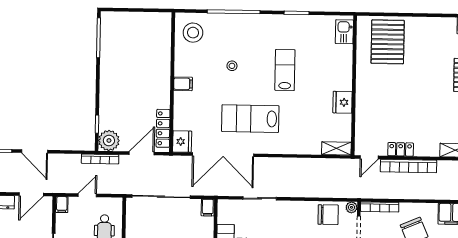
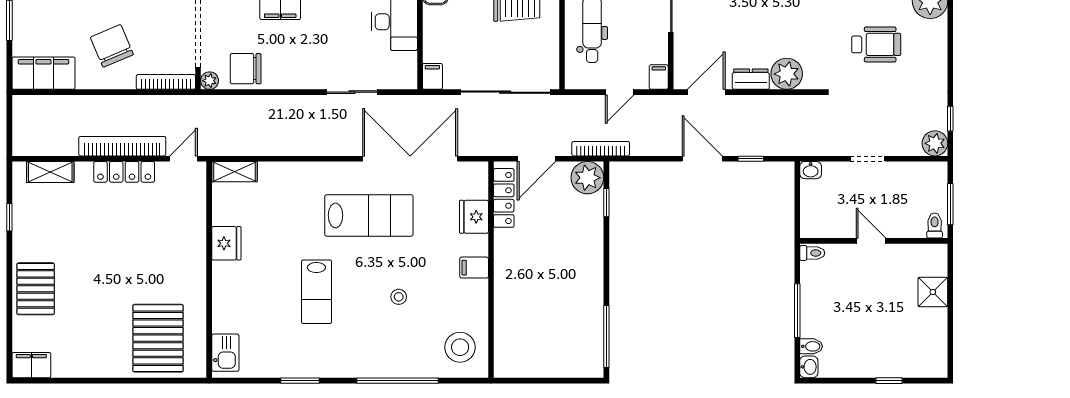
fridge: (182, 142) -> (474, 217), moved
locker: (401, 149) -> (124, 172), width x1.53

